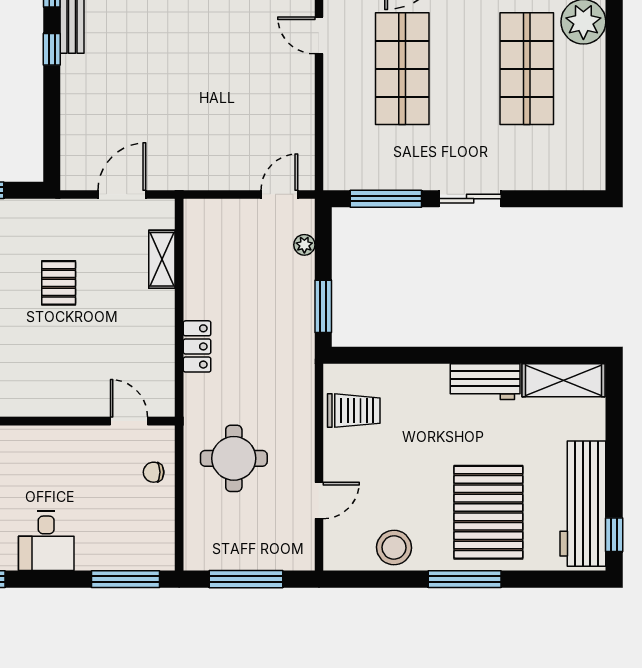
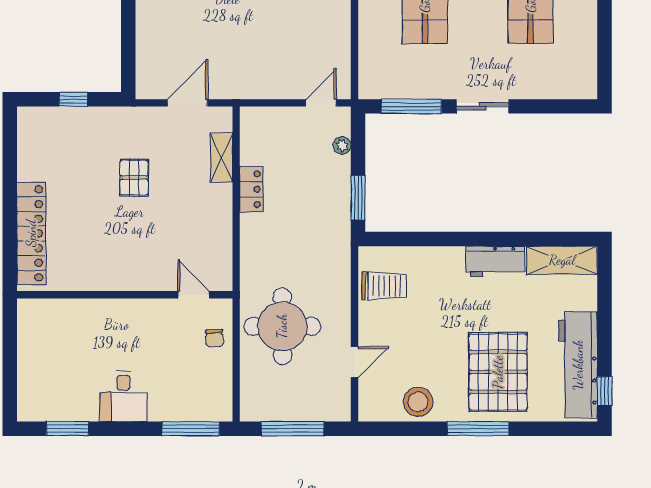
locker: (197, 346) -> (251, 189), moved
round table: (234, 458) -> (282, 326), width x1.36, depth x1.36
chair: (154, 472) -> (214, 338), turned -93

